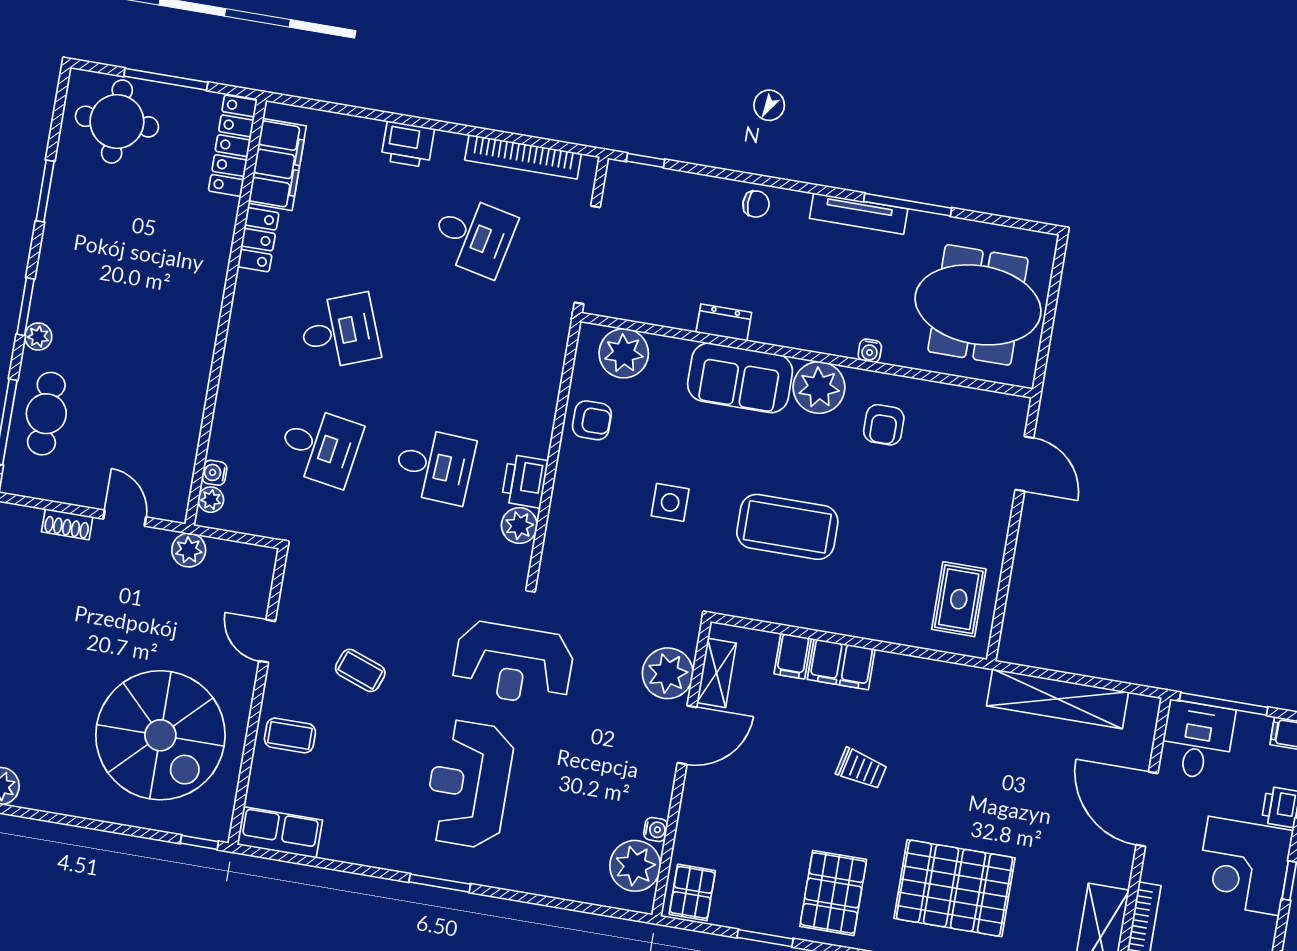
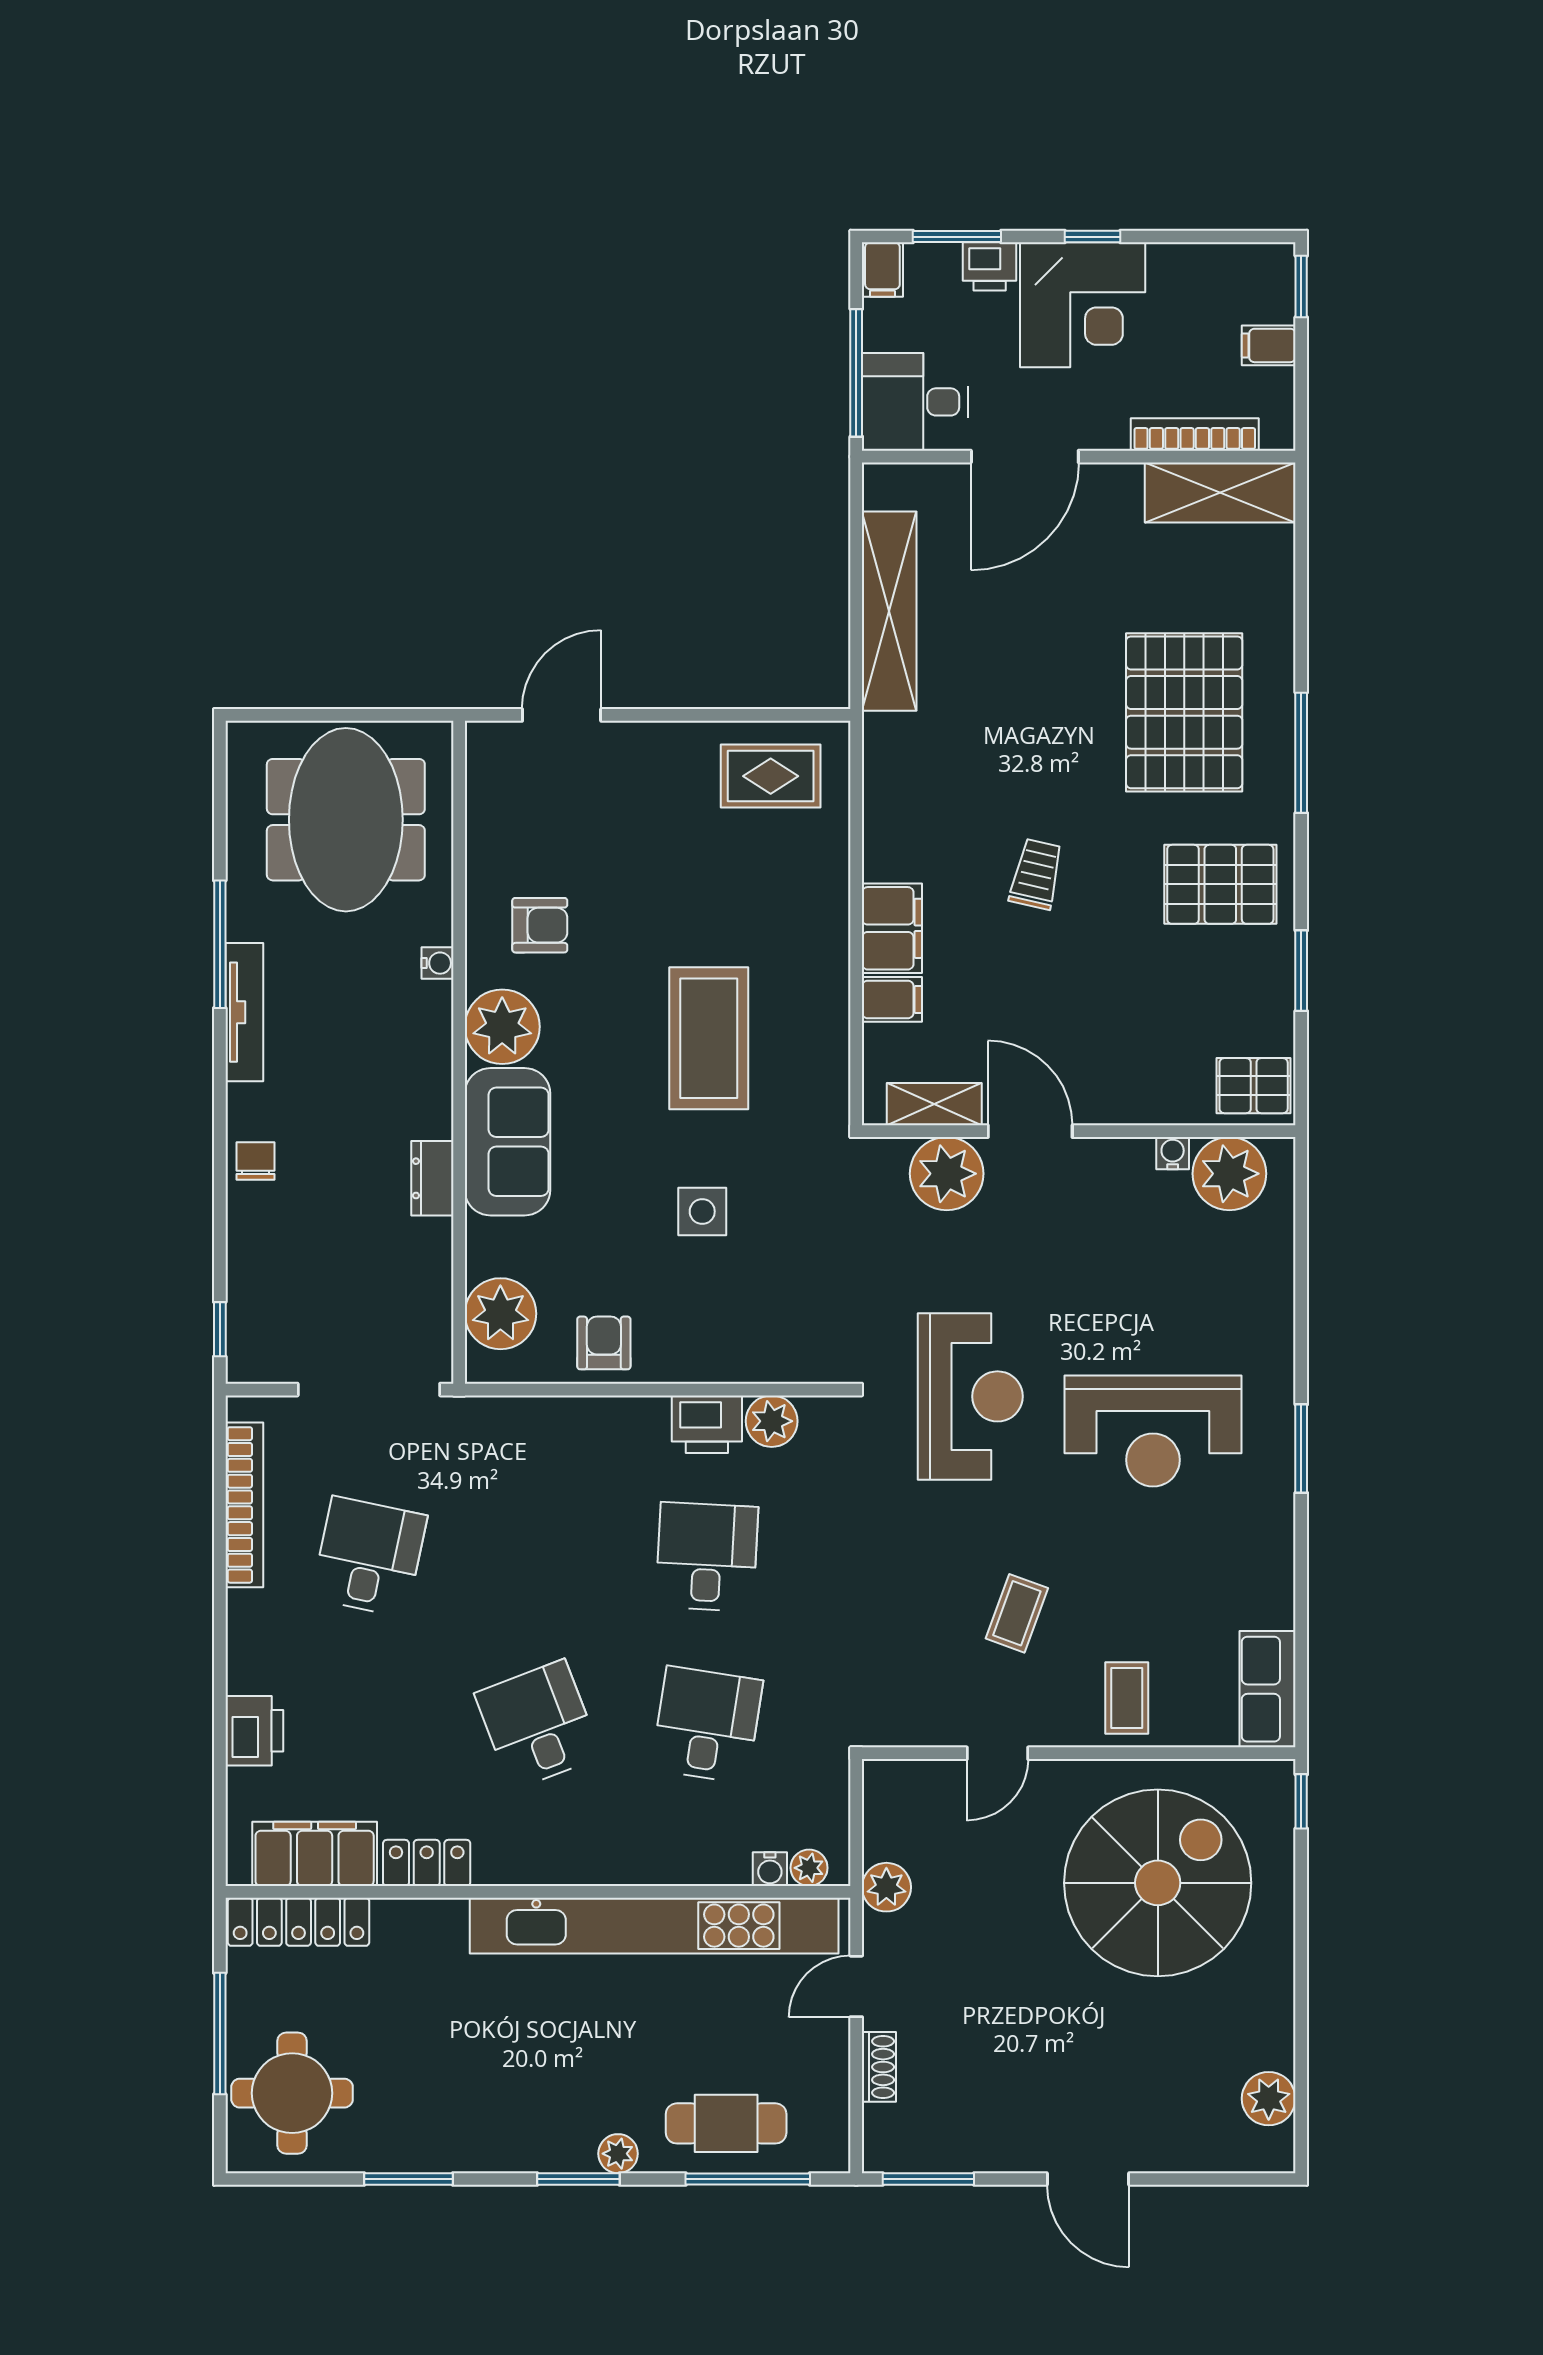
printer: (408, 144) -> (254, 1731), moved
kitchen unit: (189, 387) -> (654, 1926), added

